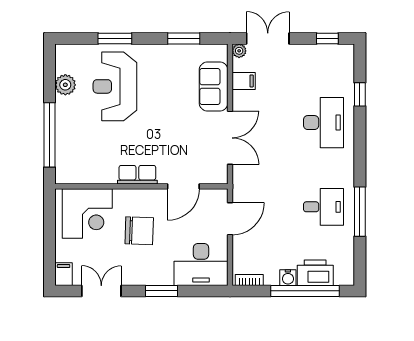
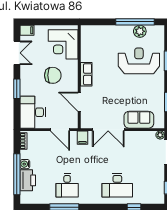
filing cabinet: (244, 81) -> (82, 138), moved
window: (50, 135) -> (135, 22), moved
chair: (139, 231) -> (53, 75), turned -92

